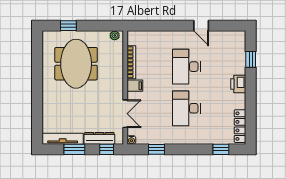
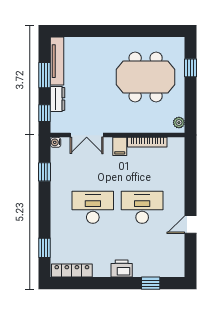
dresser: (99, 138) -> (57, 99), width x0.70

